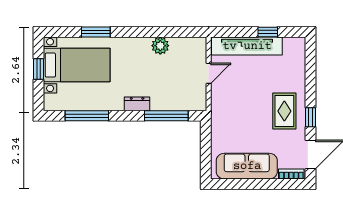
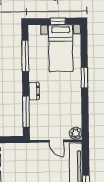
window: (96, 32) -> (84, 78), moved
plant: (160, 46) -> (76, 133), moved

